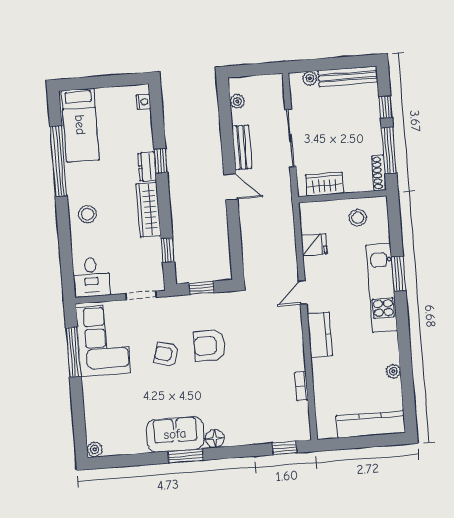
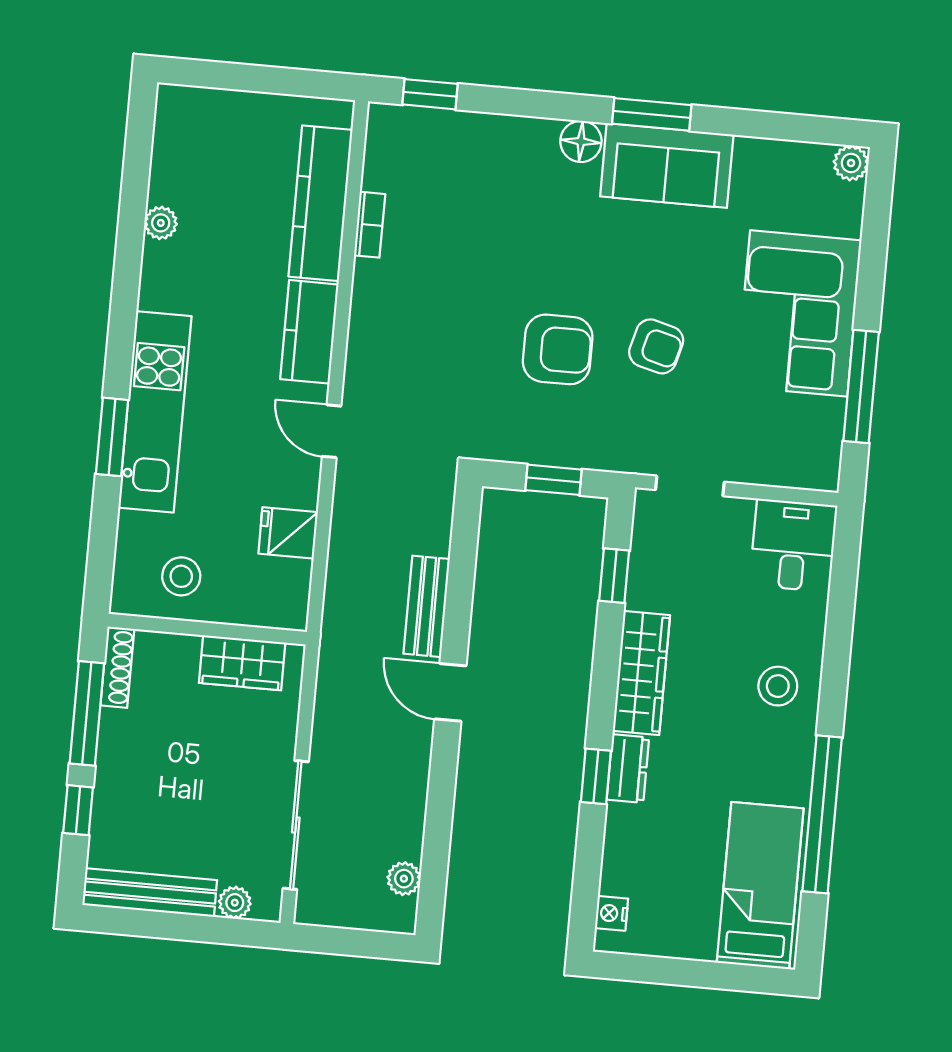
sliding door: (290, 138) -> (296, 825), moved
bench: (242, 147) -> (427, 606), moved
door: (303, 293) -> (332, 431), swing flipped
corner sofa: (103, 340) -> (799, 313), moved
kitchen counter: (371, 424) -> (321, 203), moved, turned 90

